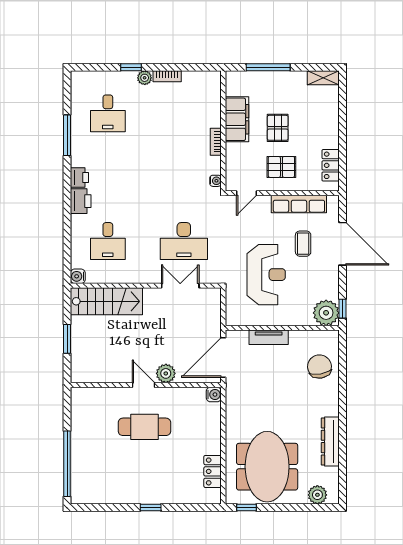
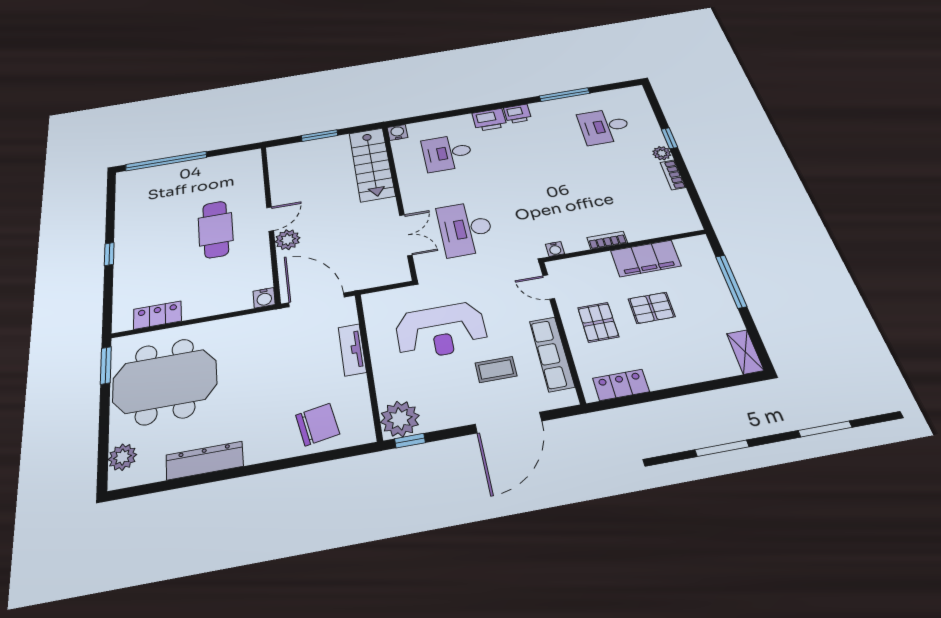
window: (247, 508) -> (106, 365), width x1.50

